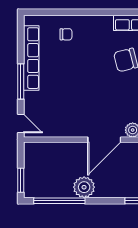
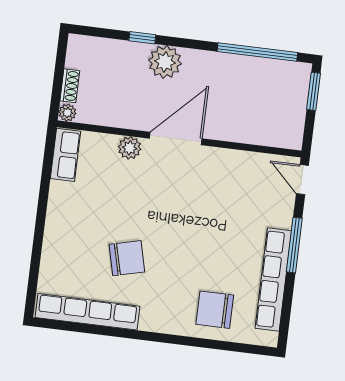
chair: (66, 34) -> (215, 310), width x1.87, depth x1.87
plant: (84, 187) -> (165, 62), moved

